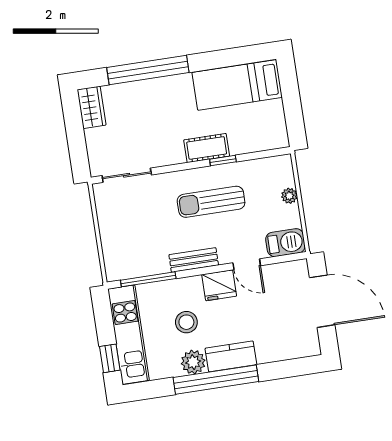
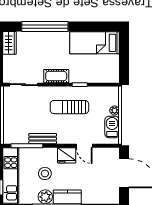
cot: (207, 148) -> (56, 76), moved
barbecue: (285, 243) -> (112, 127), moved, turned -90
bench: (194, 260) -> (43, 139), moved

